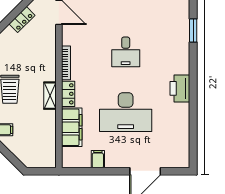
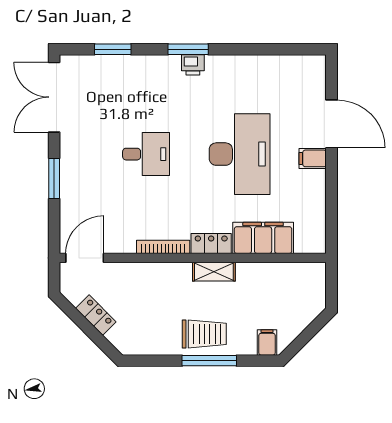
window: (193, 79) -> (188, 49), added
printer: (180, 88) -> (193, 65), width x0.53, depth x0.68
filing cabinet: (98, 159) -> (313, 158), moved

